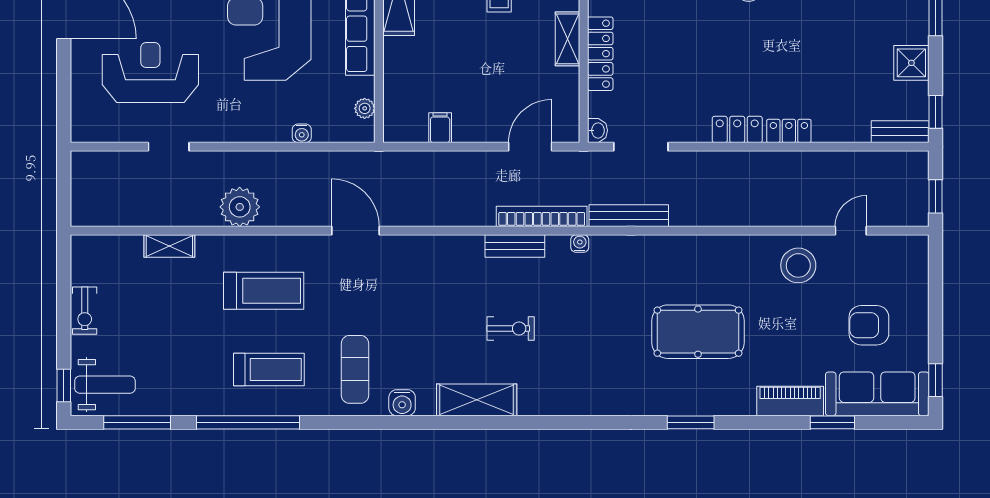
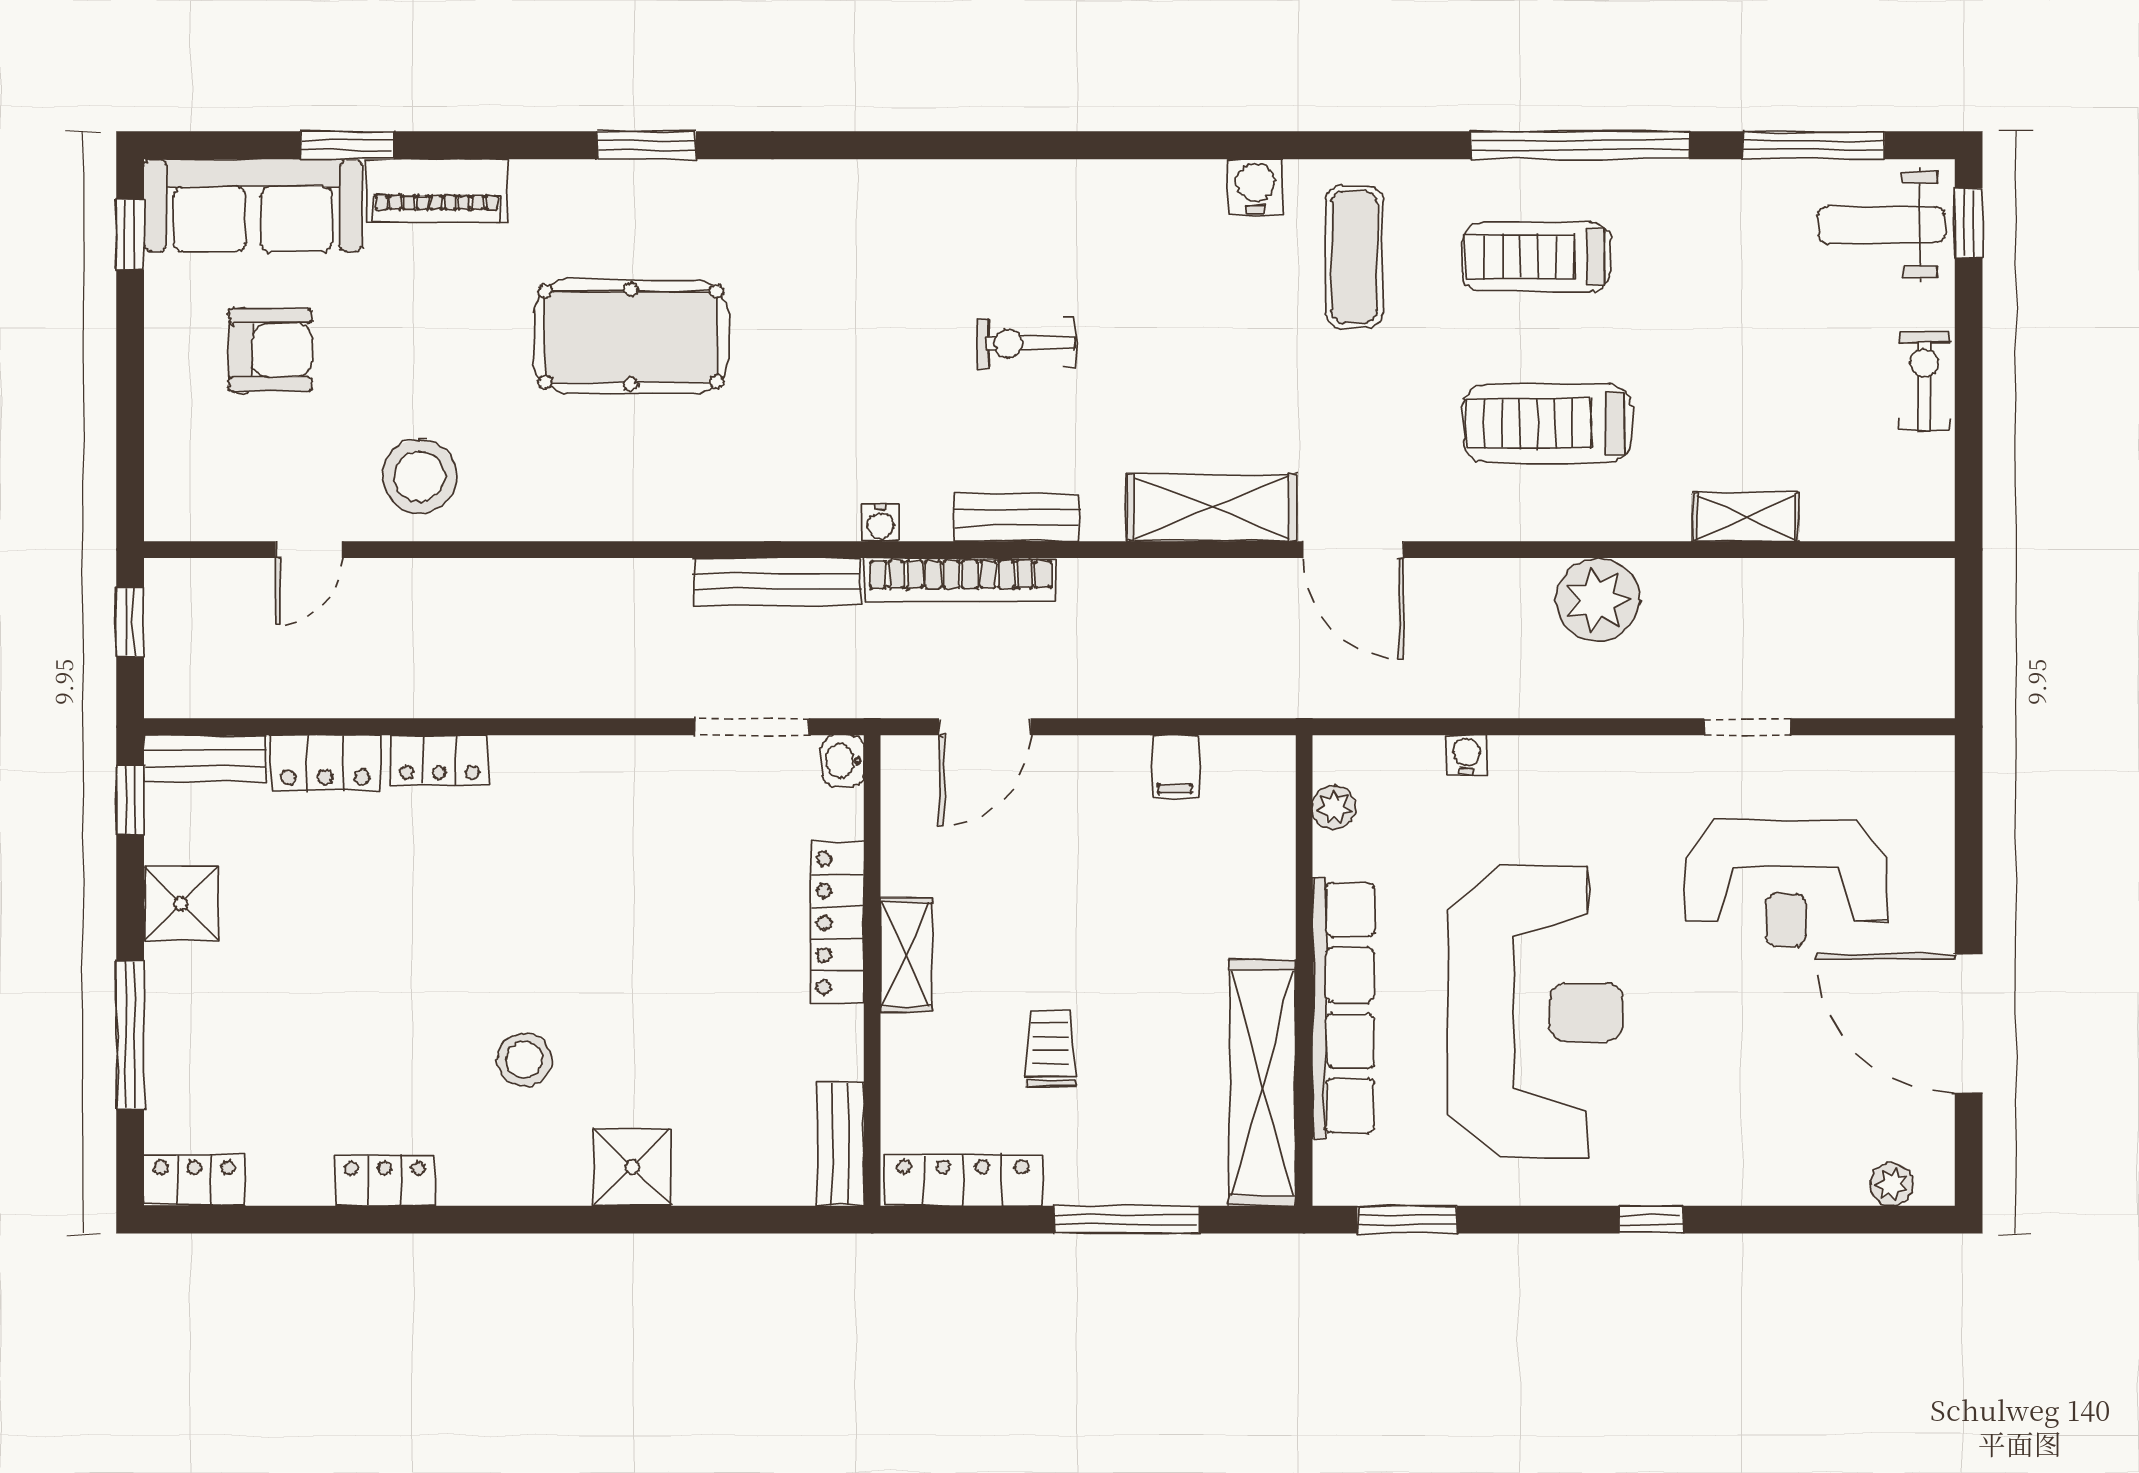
locker: (737, 129) -> (325, 763), moved
shelving: (477, 400) -> (1212, 508), moved

